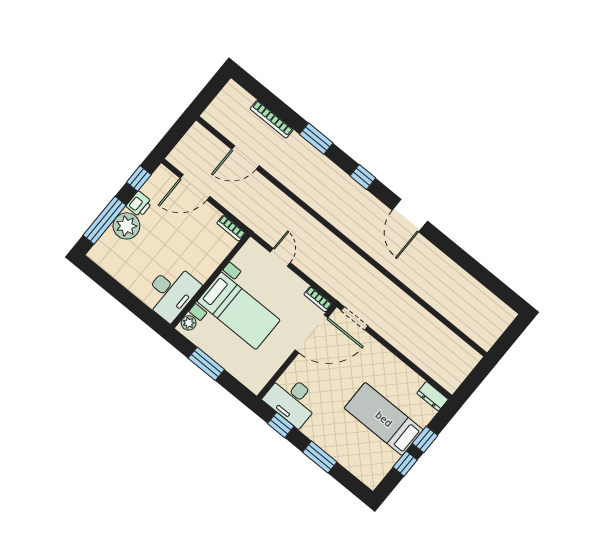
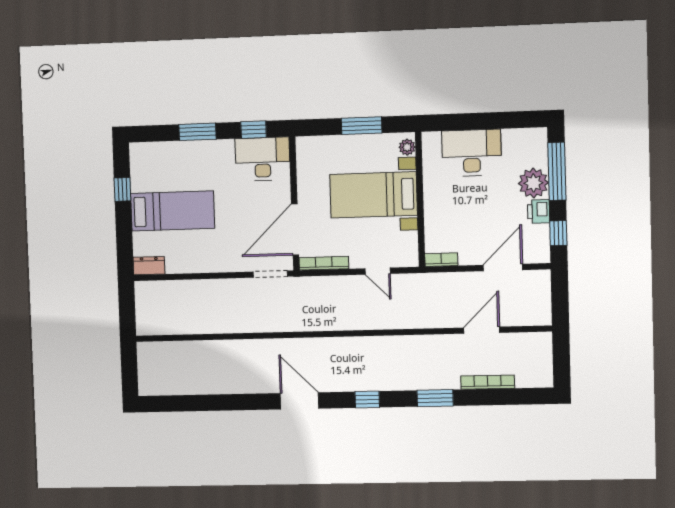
desk: (171, 292) -> (472, 153), moved, turned 90
bookcase: (318, 299) -> (324, 263), width x1.56
window: (425, 439) -> (124, 224), removed

